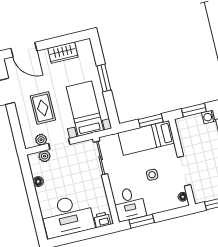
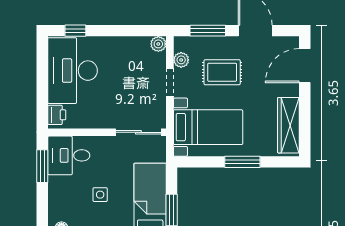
wardrobe: (63, 53) -> (288, 125), width x1.50
window: (15, 126) -> (208, 31), added
plant: (45, 156) -> (158, 44), moved
floor lamp: (38, 182) -> (127, 43), removed
window: (38, 221) -> (75, 31), added

